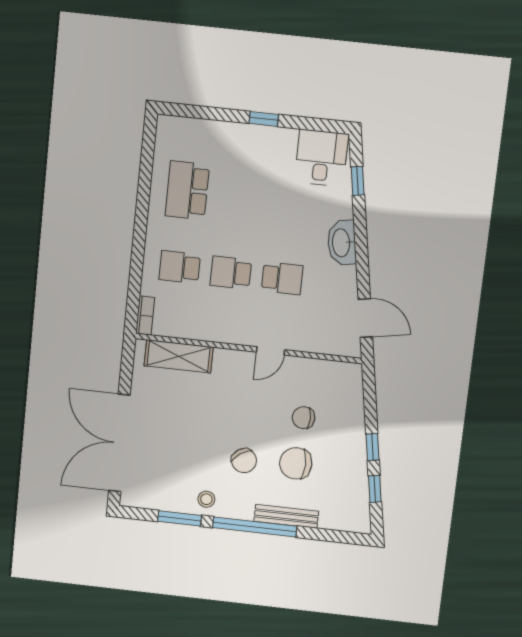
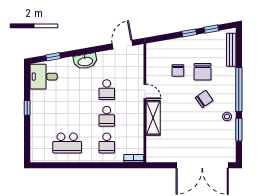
school desk: (282, 278) -> (107, 90), turned 180
shelving: (179, 356) -> (153, 118), moved
bench: (286, 516) -> (231, 50), moved

